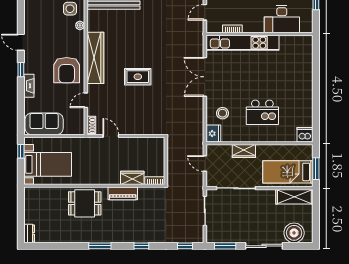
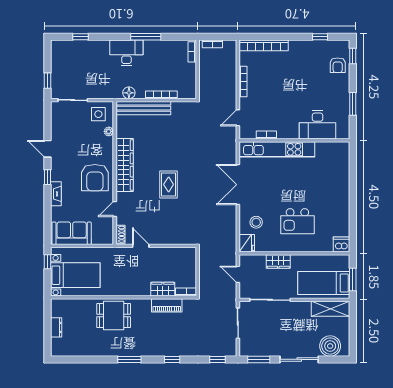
rug: (138, 77) -> (169, 184), turned 90
piano: (123, 193) -> (167, 305), moved
dresser: (29, 233) -> (56, 327), moved

